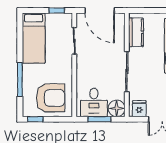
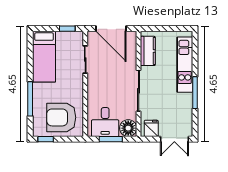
armchair: (51, 98) -> (61, 117), turned 180

